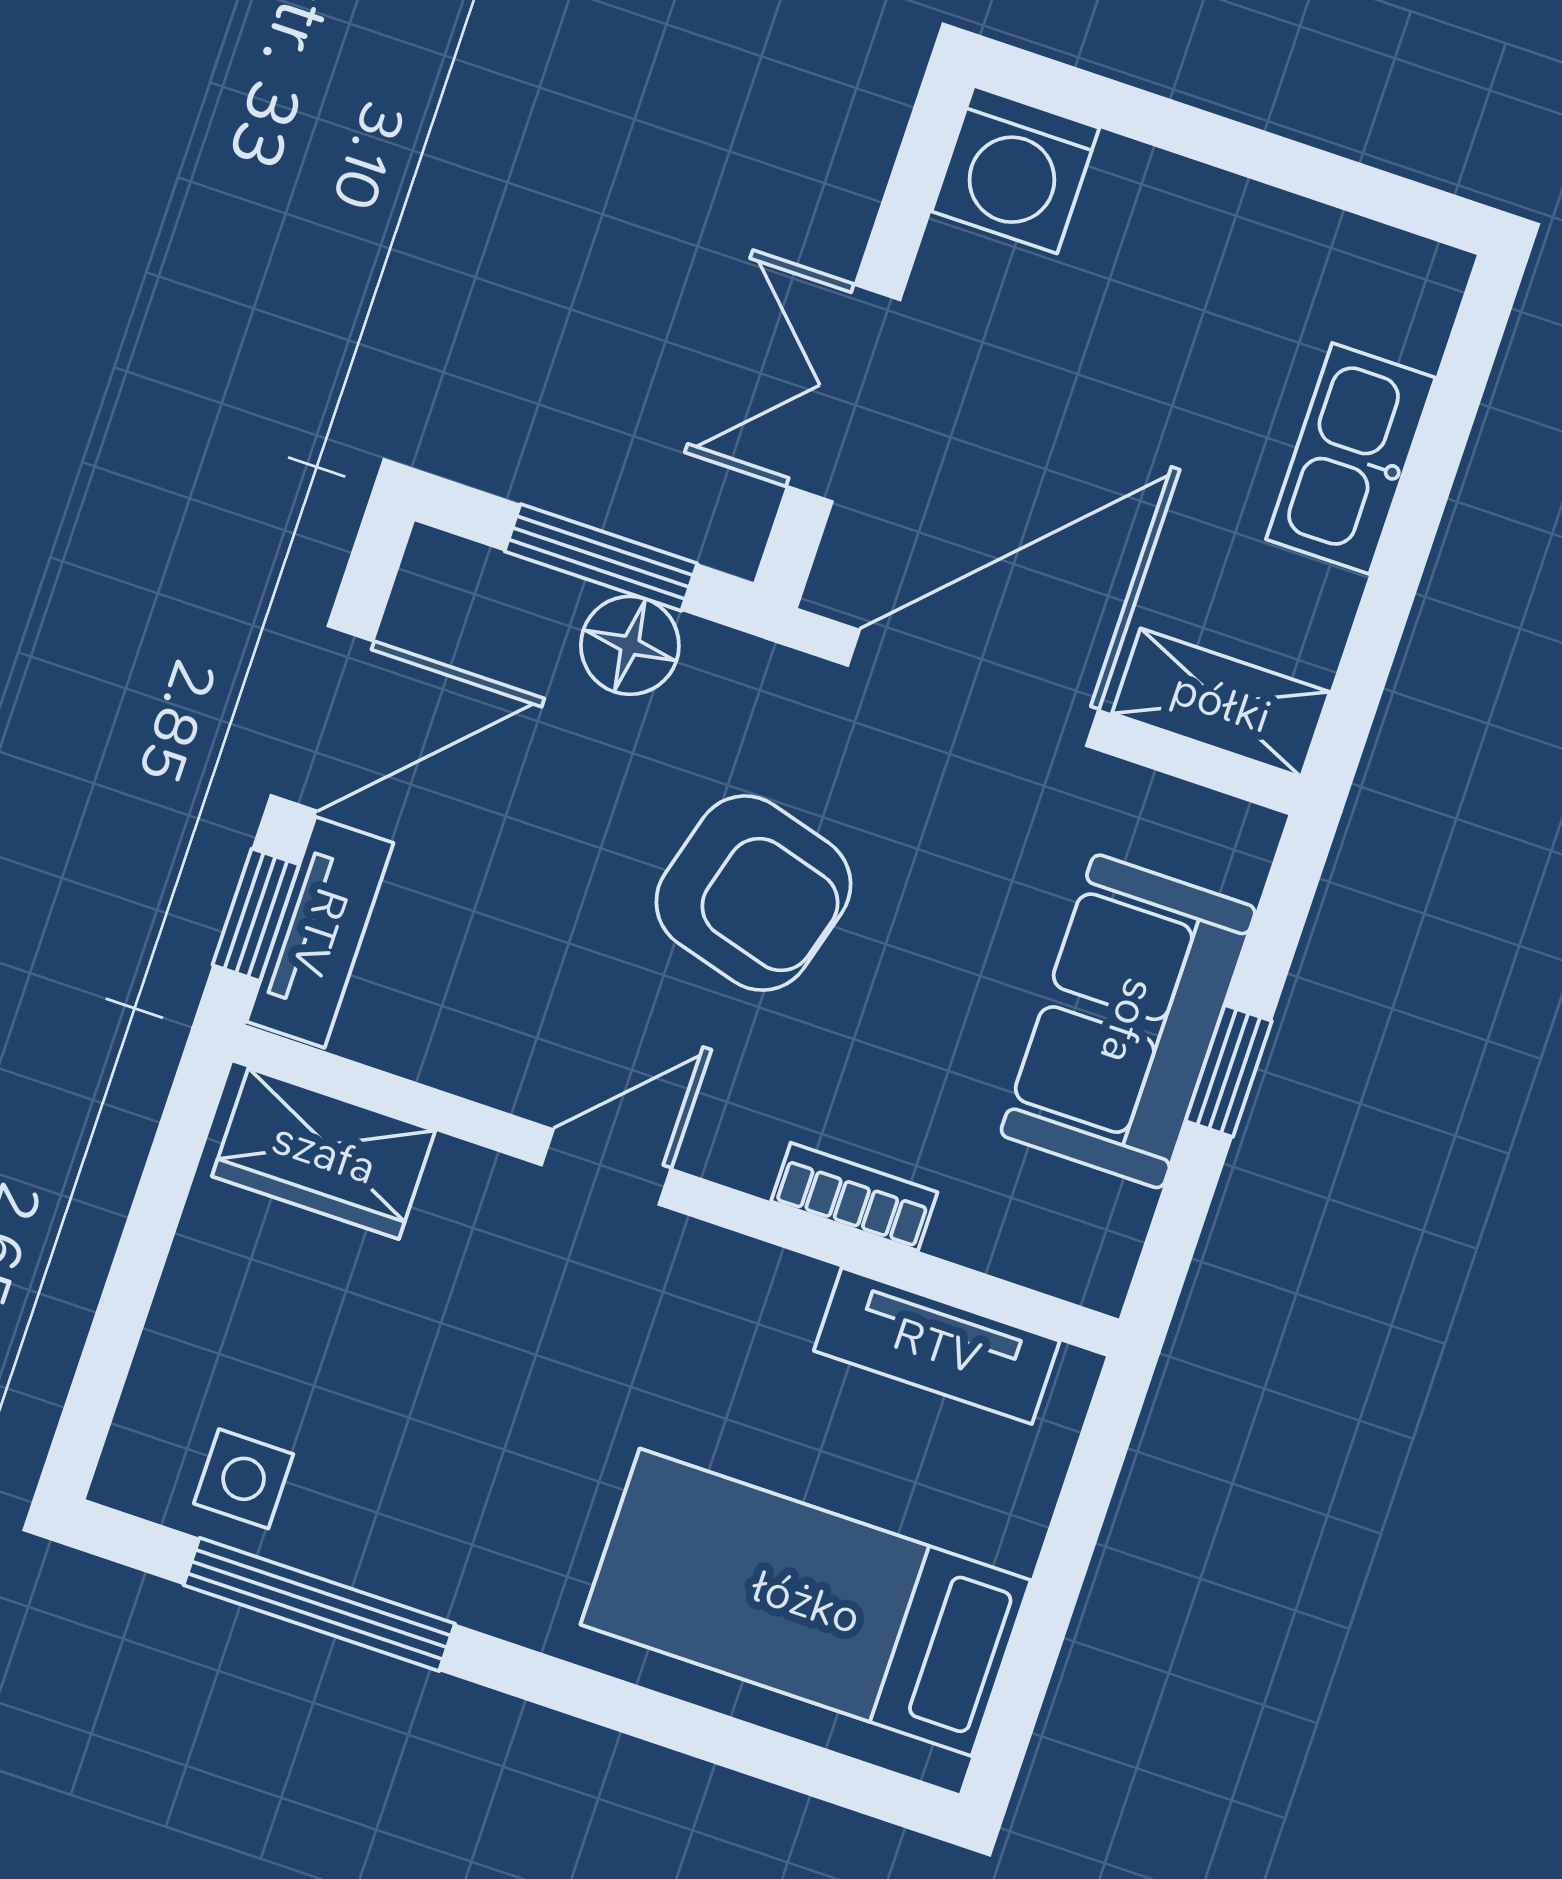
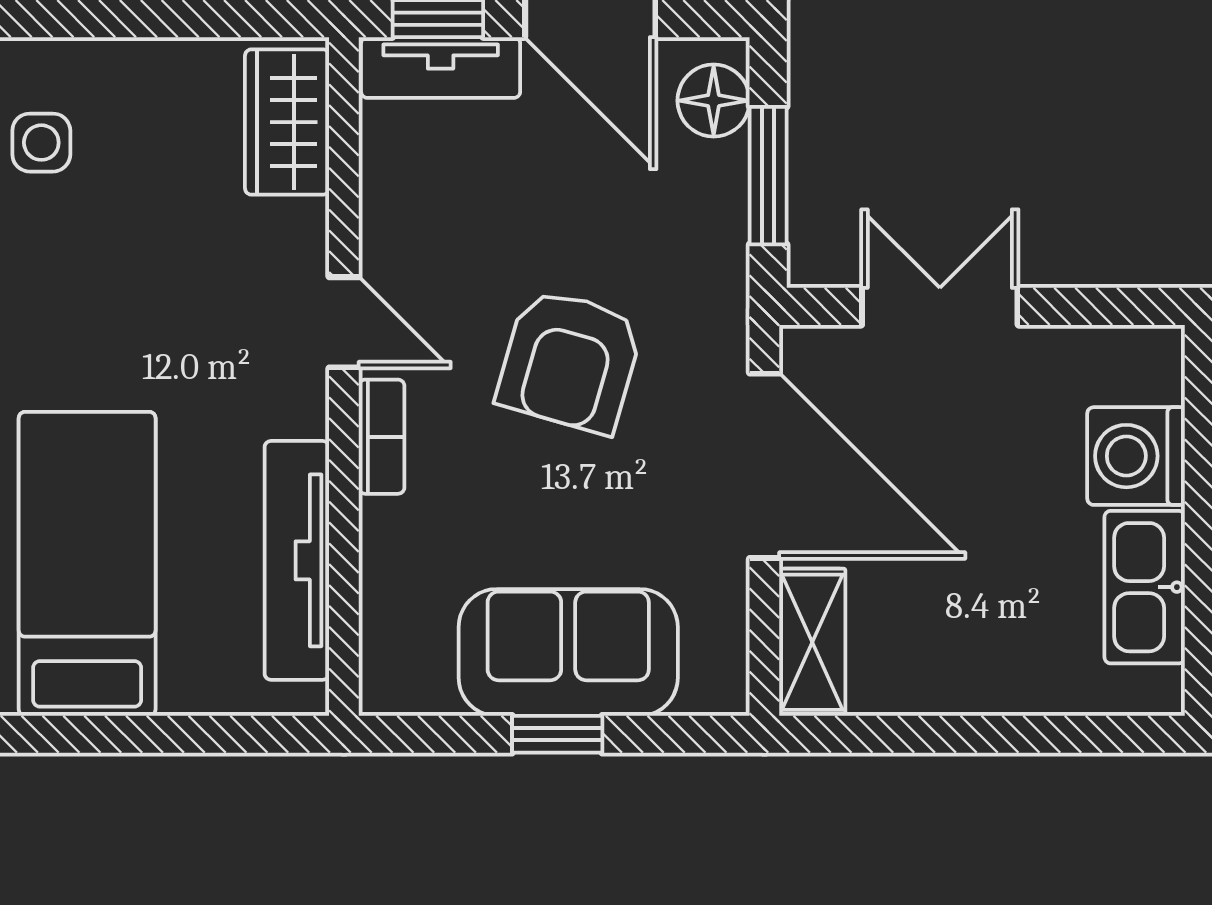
washing machine: (1015, 170) -> (1136, 456), moved
kitchen sink: (1351, 458) -> (1145, 587), moved, turned -90
floor lamp: (630, 645) -> (714, 101), moved
bookcase: (854, 1197) -> (382, 437), moved
tv unit: (937, 1346) -> (297, 560), width x1.41

